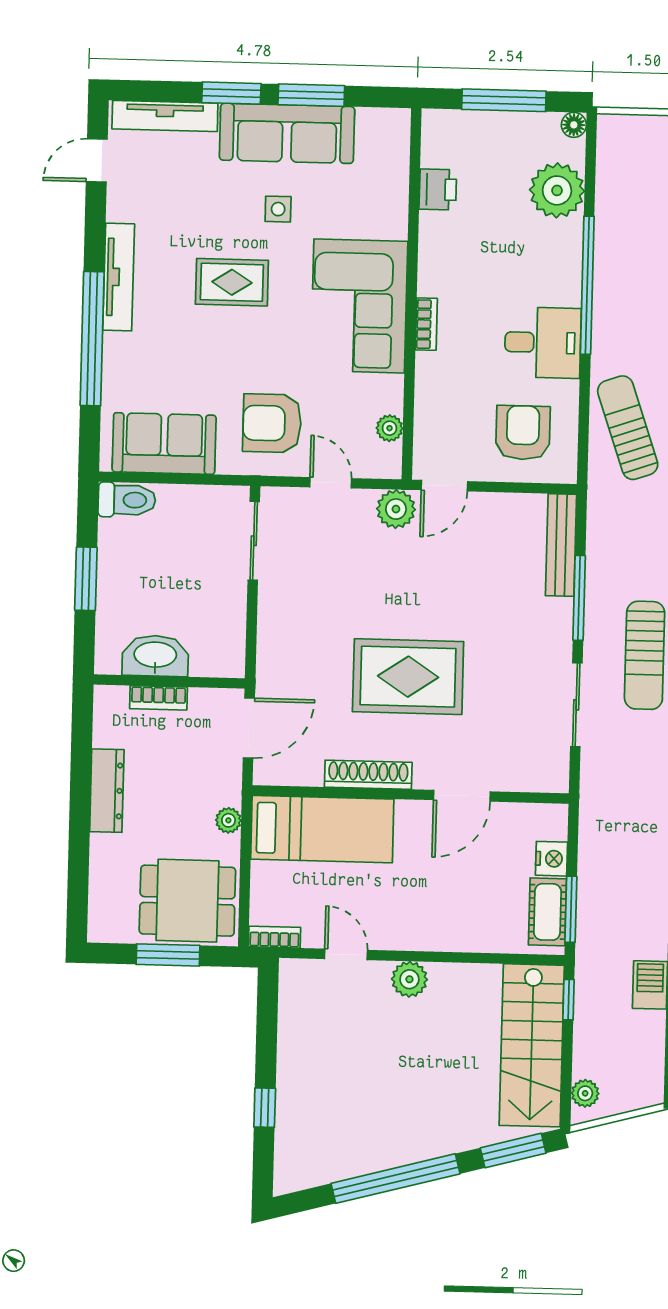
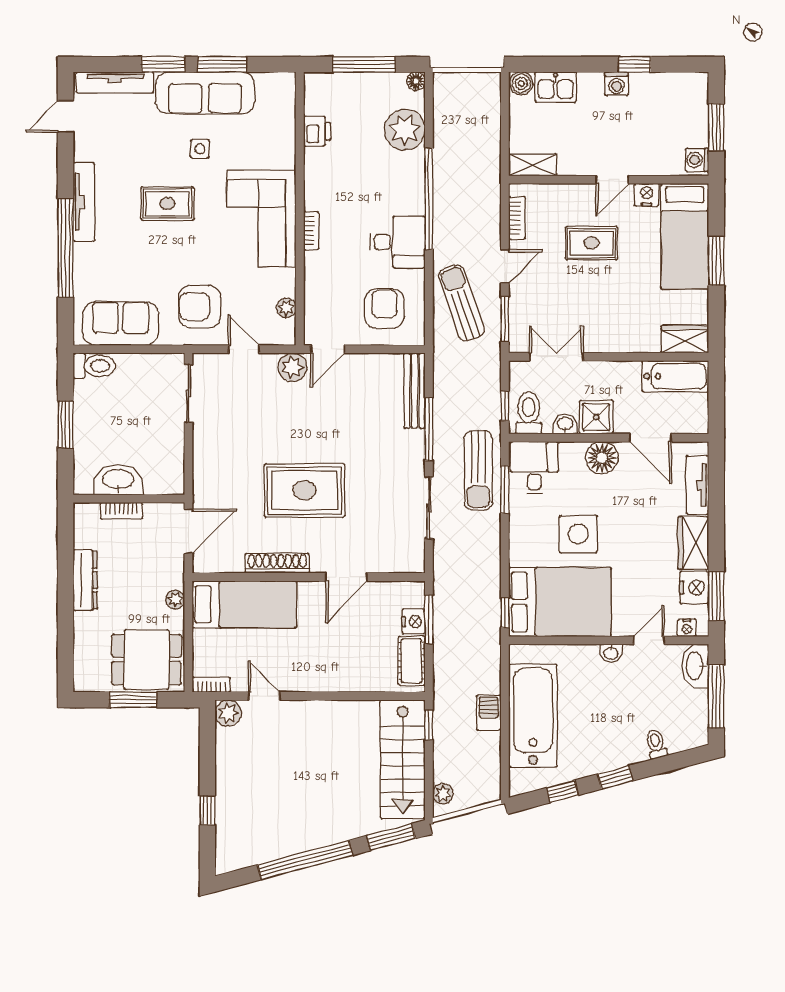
window: (571, 909) -> (429, 620), moved
plant: (409, 979) -> (228, 713), moved

